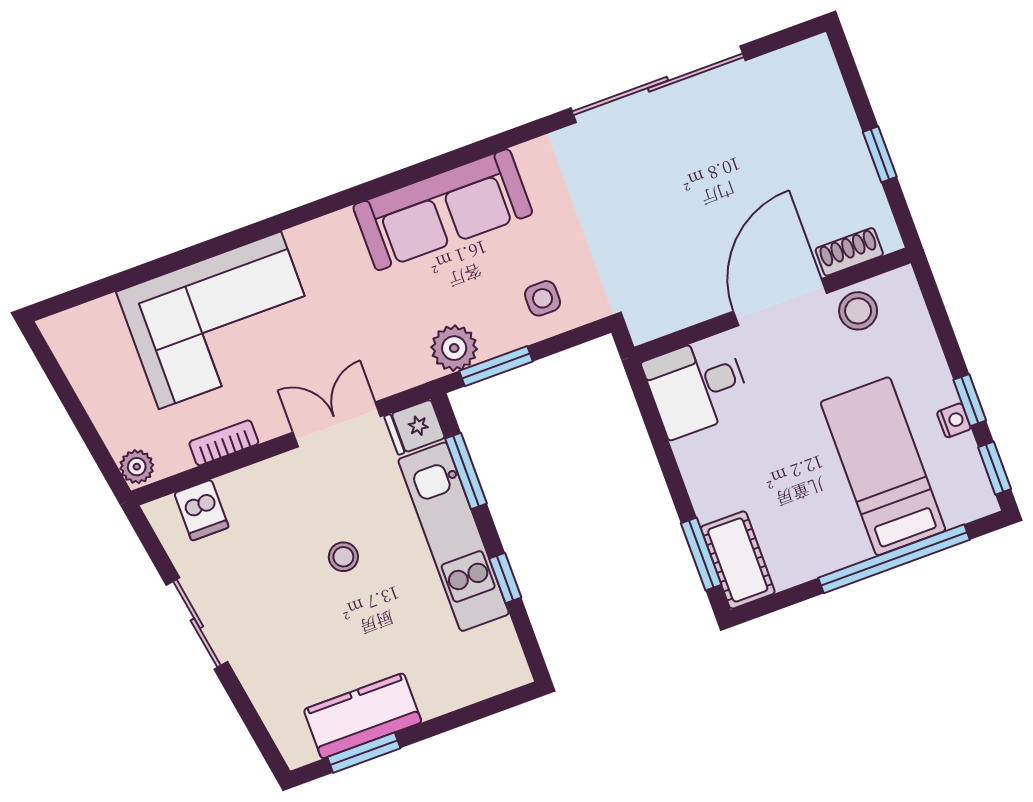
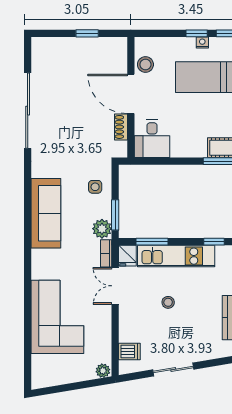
shoe rack: (849, 252) -> (121, 127), moved
bookcase: (224, 443) -> (106, 253), moved
window: (505, 578) -> (214, 242), moved

